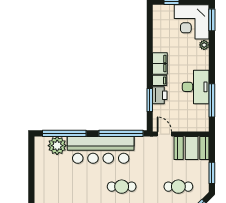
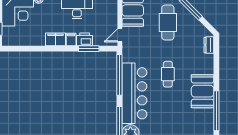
cafe table: (178, 187) -> (168, 23), width x1.37, depth x1.35

